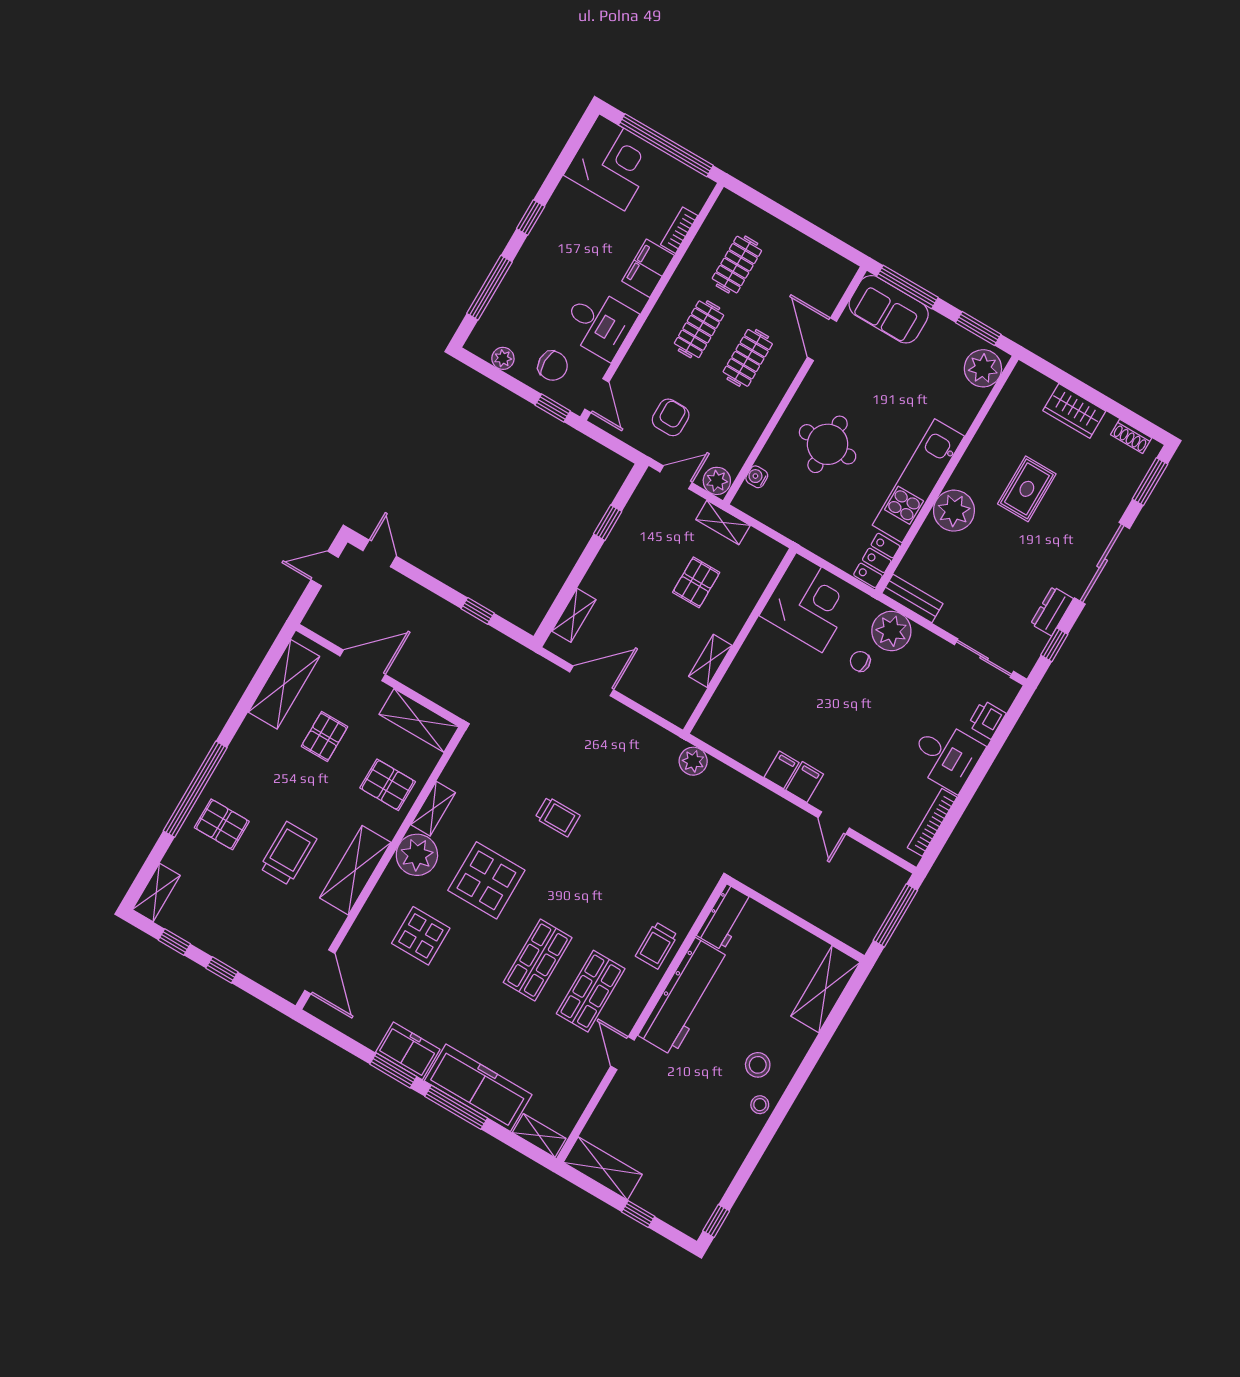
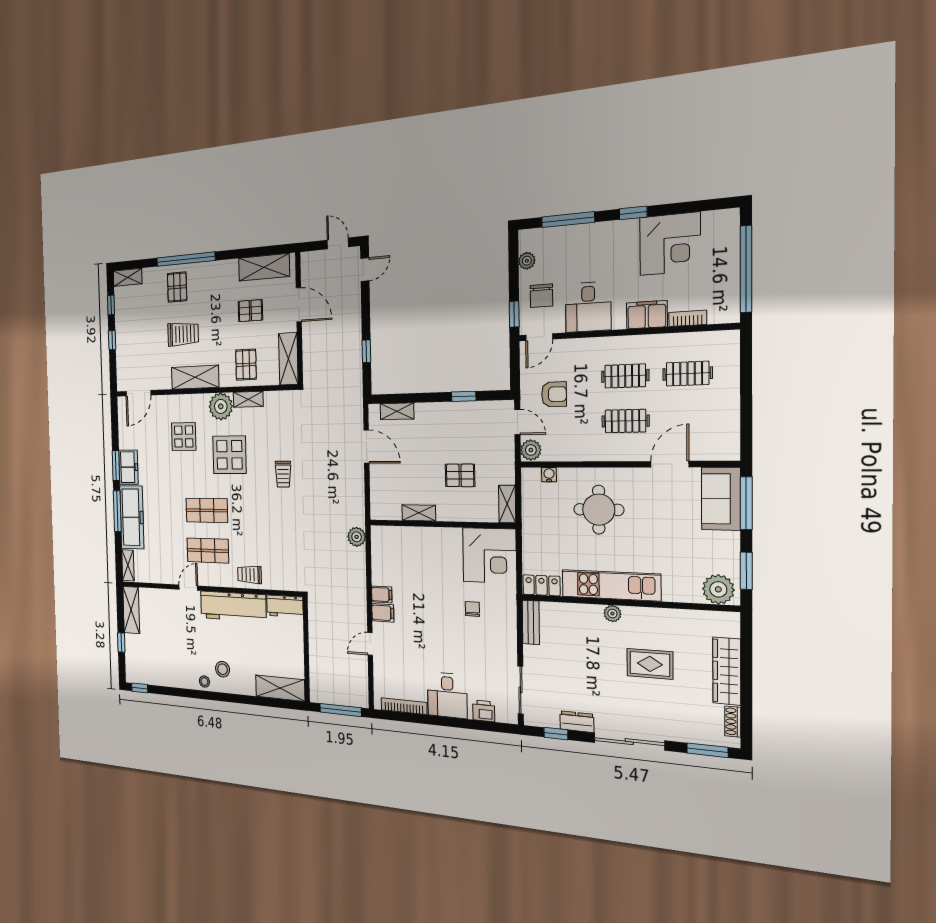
corner desk: (612, 162) -> (670, 244), moved
wardrobe: (1074, 411) -> (727, 671), width x1.50
plant: (954, 511) -> (612, 614), width x0.53, depth x0.53
shelving: (723, 523) -> (507, 504), moved
plant: (891, 631) -> (503, 619), removed

